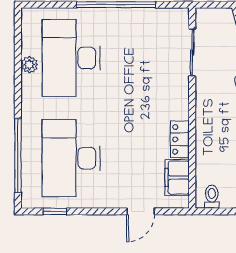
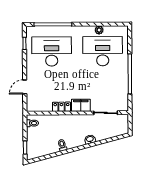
filing cabinet: (177, 178) -> (81, 105), moved
door: (140, 211) -> (25, 87), hinge flipped

